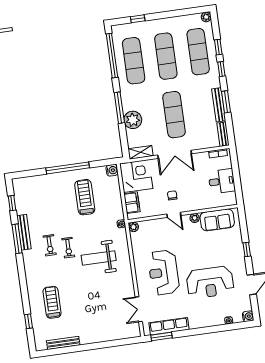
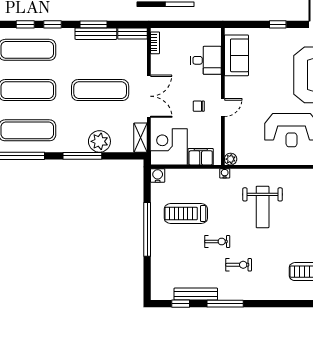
desk: (222, 181) -> (206, 60), moved, turned 90
plant: (195, 218) -> (230, 83), removed
bench: (24, 232) -> (196, 294), moved
exercise bike: (68, 248) -> (217, 242), moved

